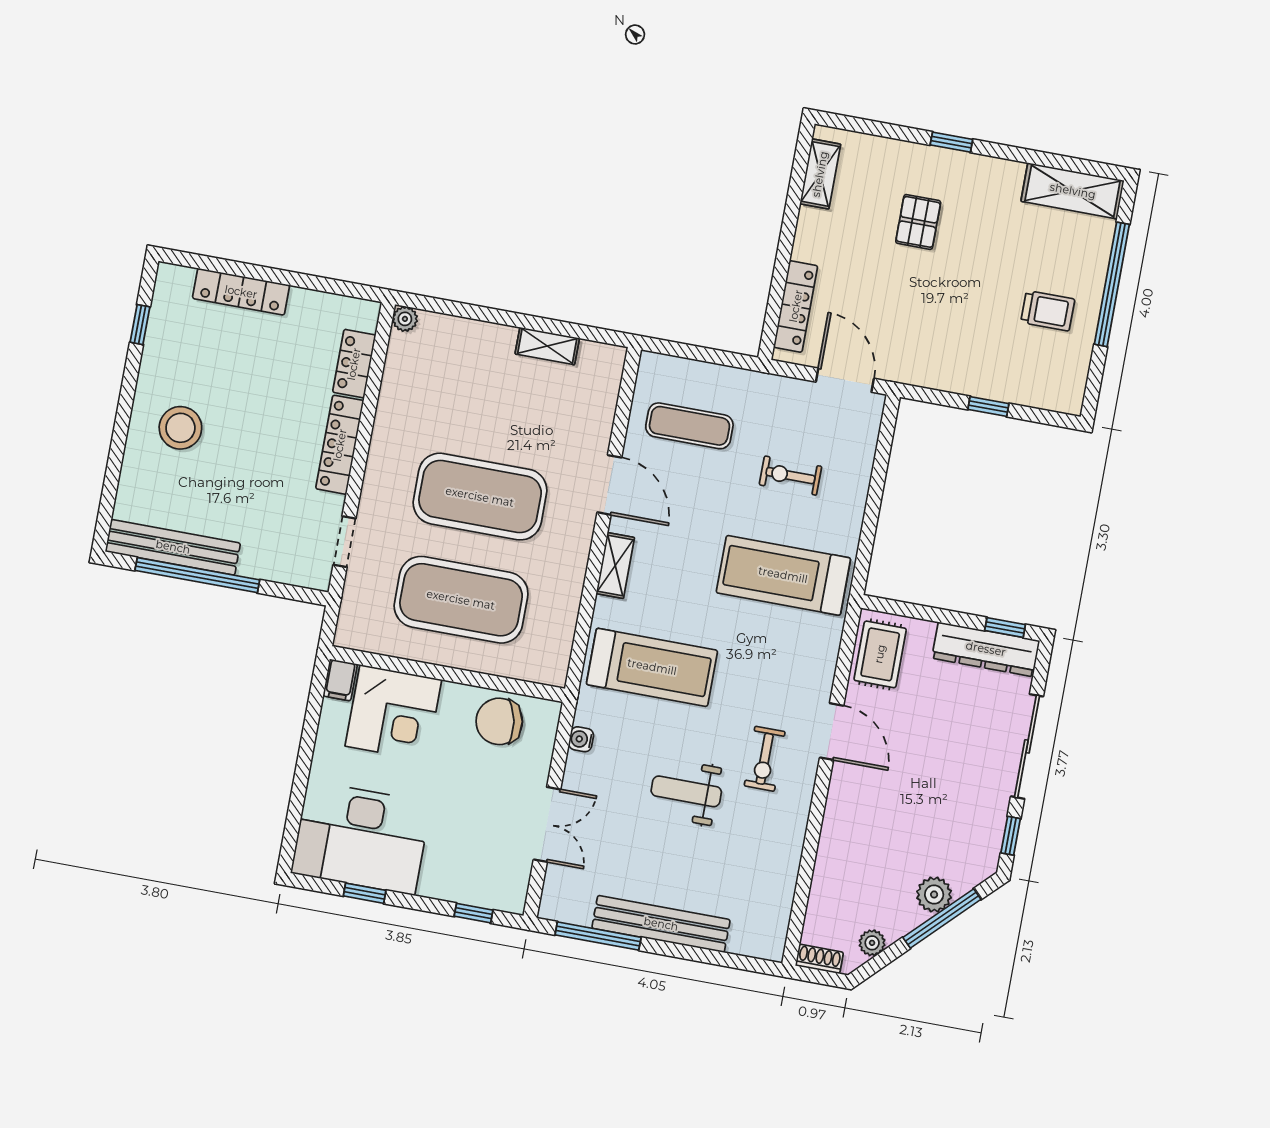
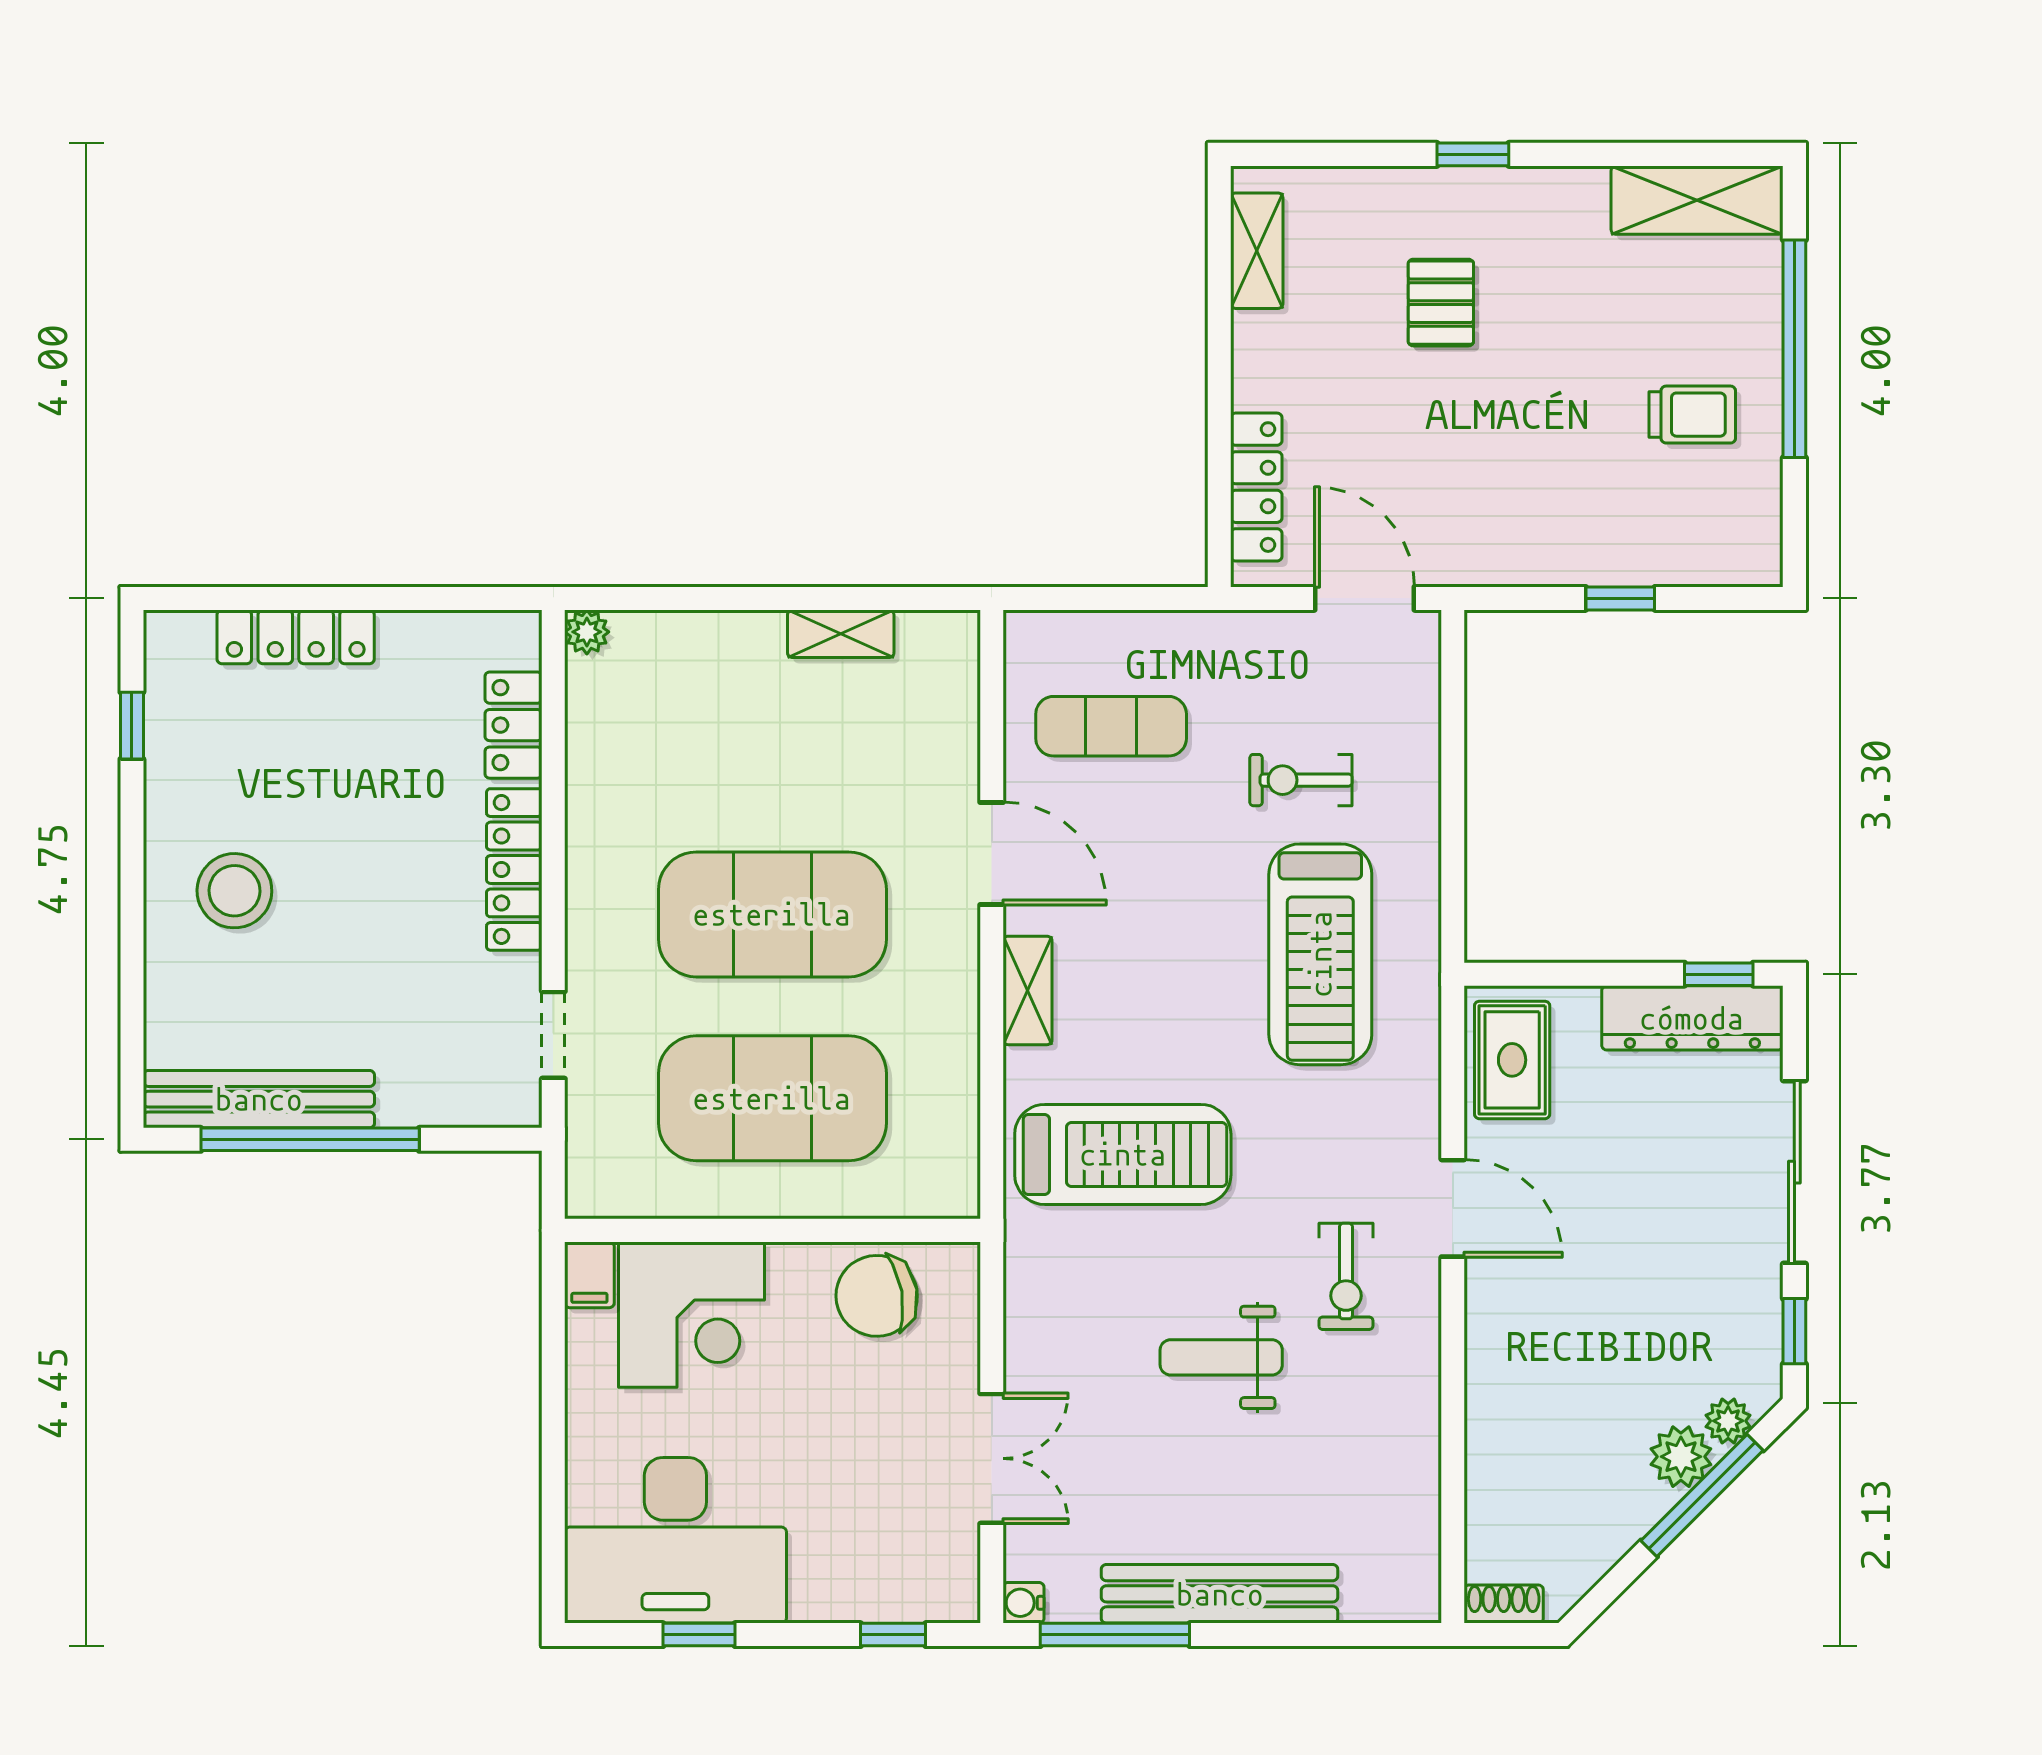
treadmill: (783, 575) -> (1320, 954), turned -90
water cooler: (581, 739) -> (1023, 1603), moved
plant: (872, 943) -> (1728, 1421), moved

